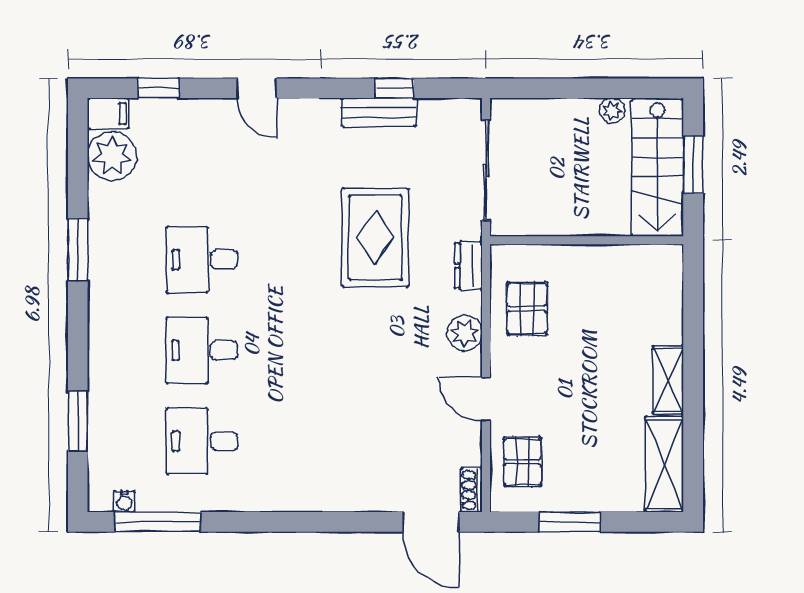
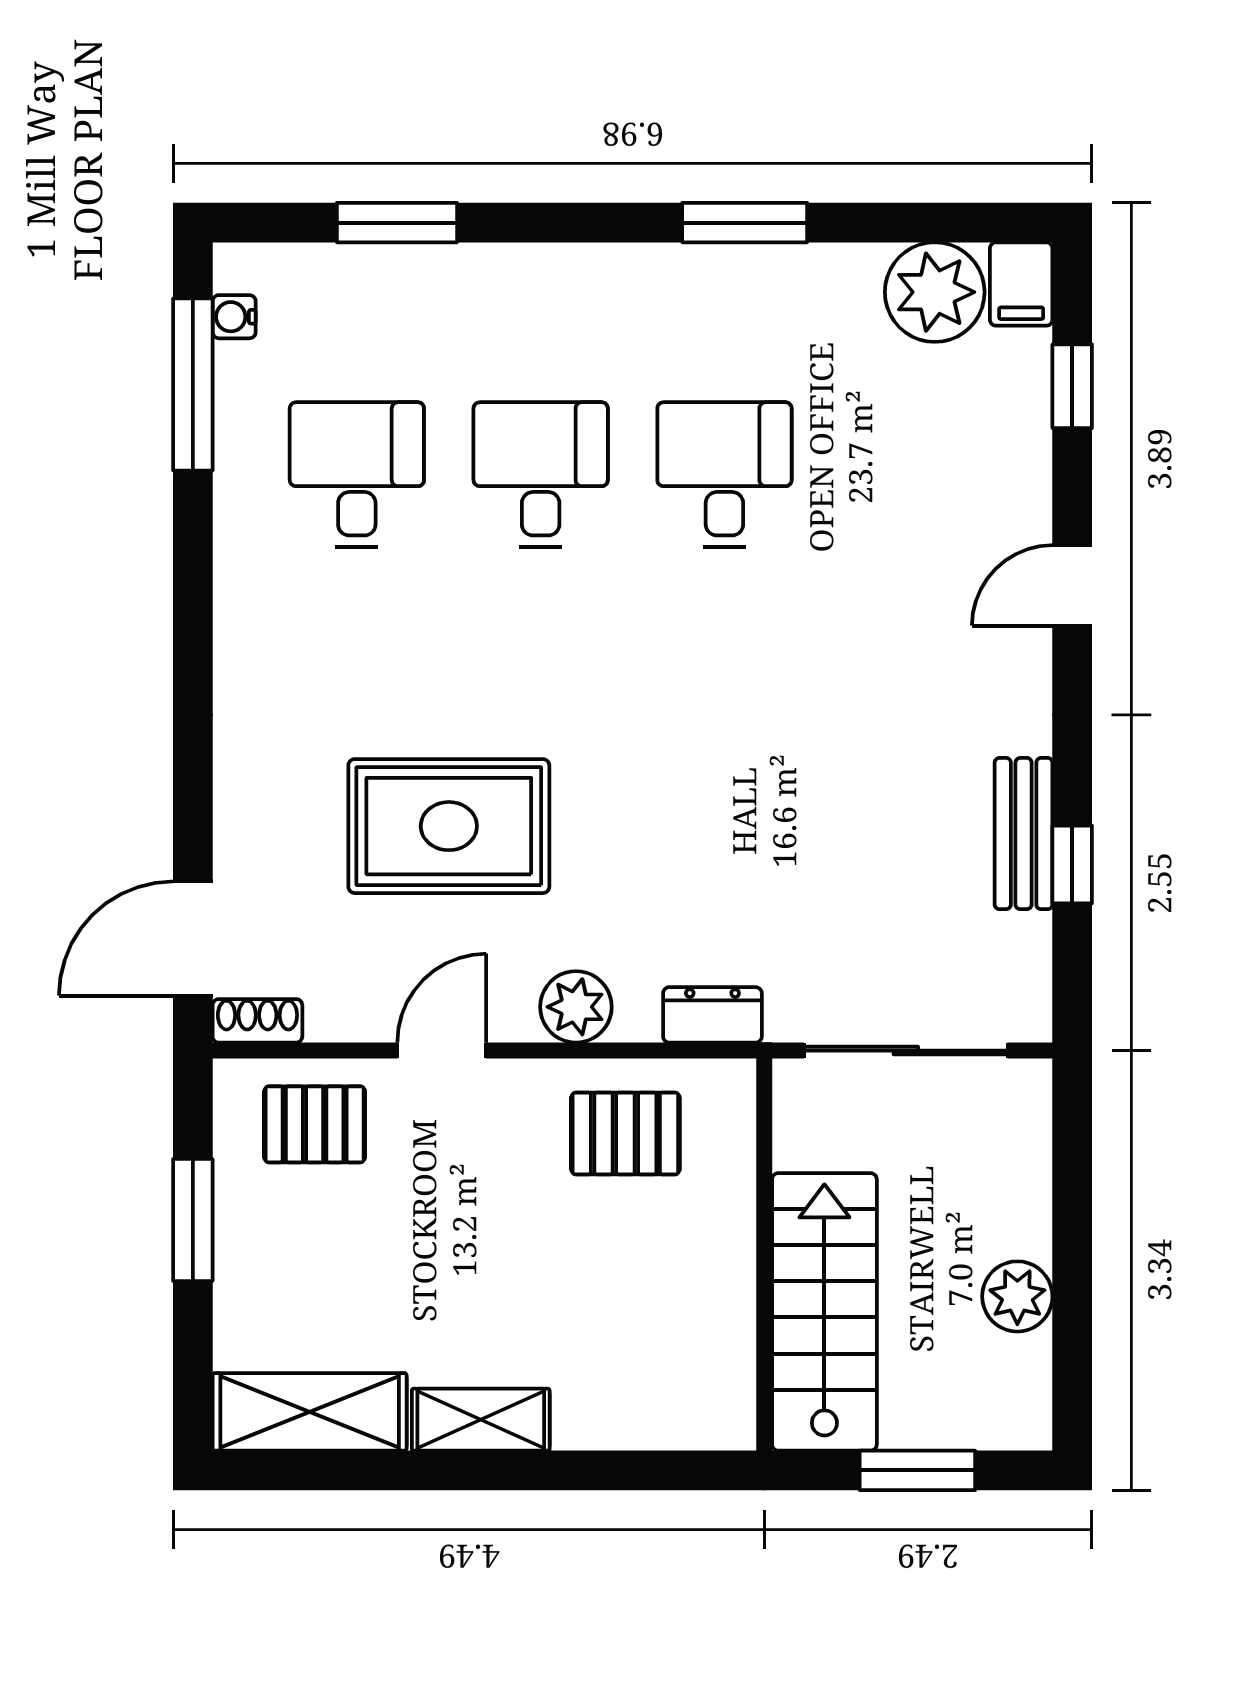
plant: (612, 111) -> (1017, 1296), width x1.38, depth x1.38
stairs: (658, 168) -> (824, 1312), moved, turned 90
rug: (375, 238) -> (449, 826), moved

